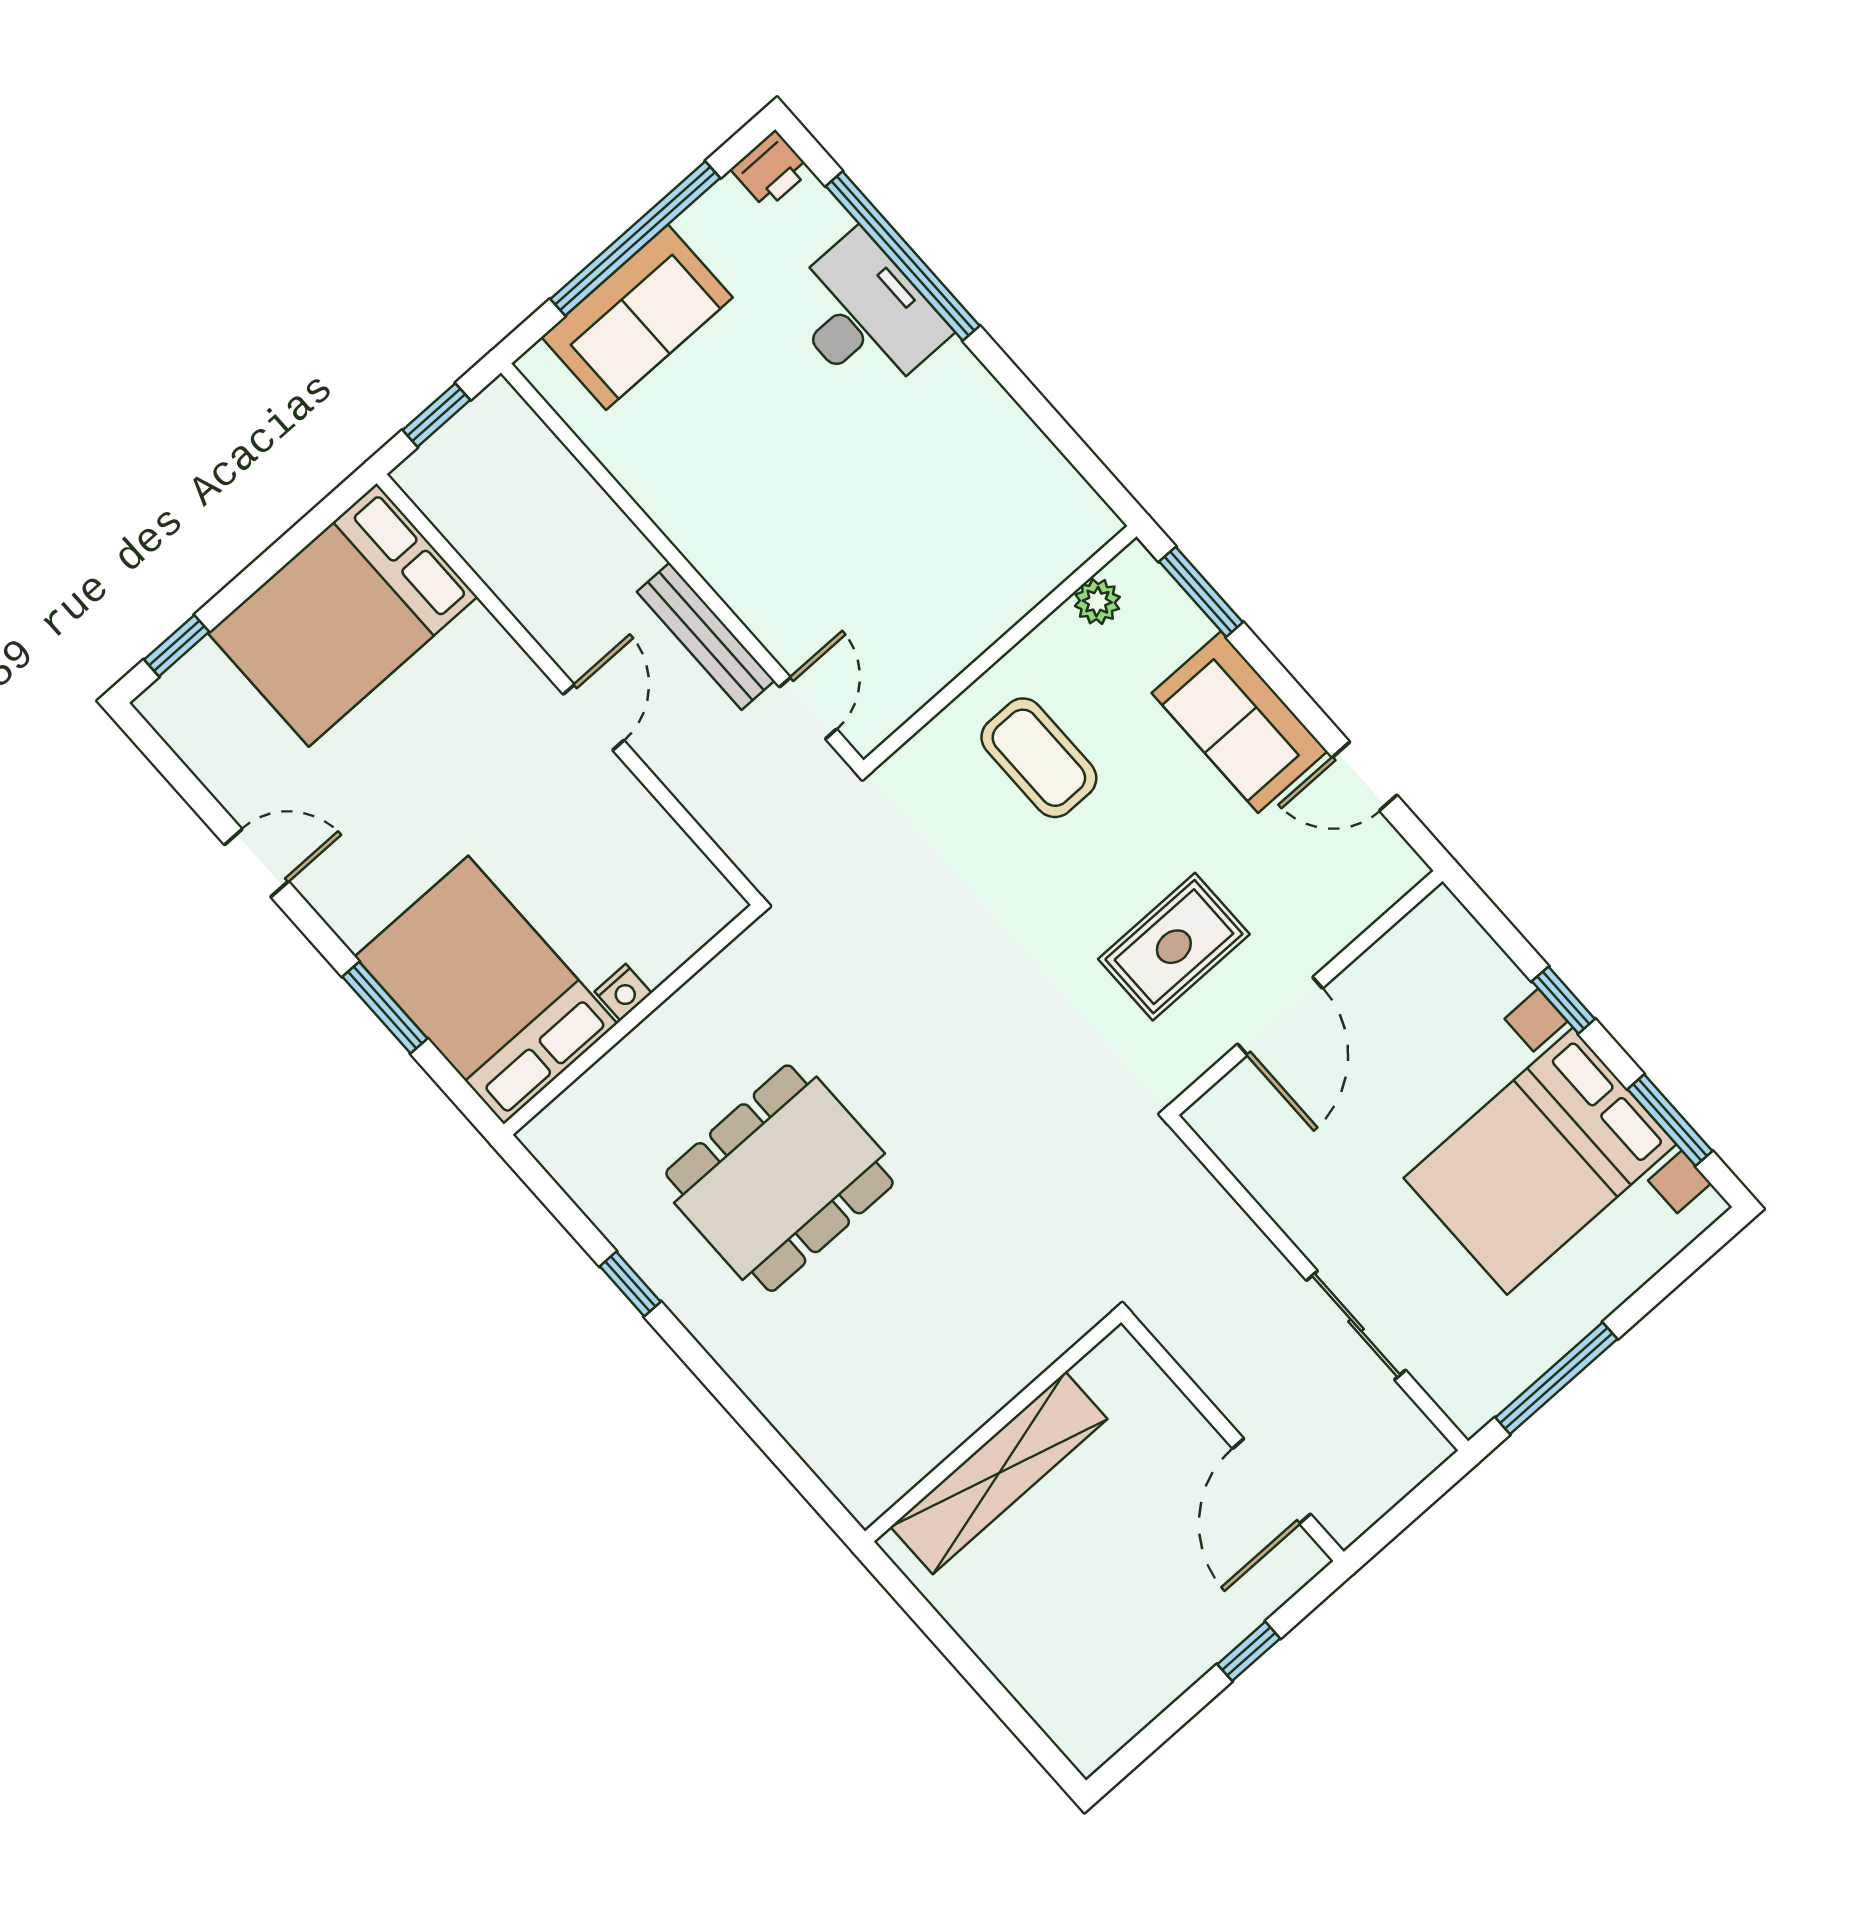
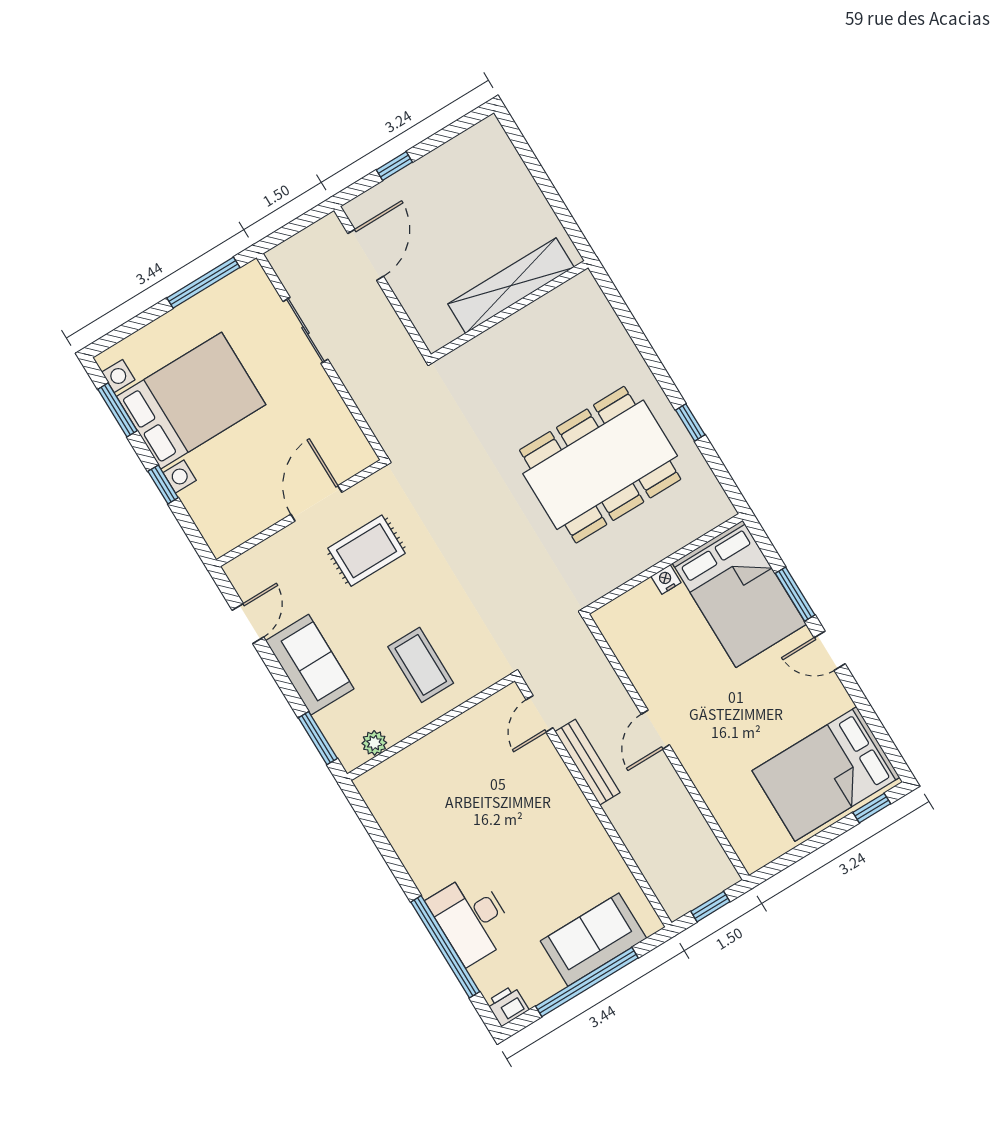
bed: (343, 615) -> (826, 774), moved, turned 180
door: (1365, 776) -> (248, 624), hinge flipped
door: (256, 863) -> (830, 651), moved
dining table: (780, 1178) -> (600, 465), width x1.36, depth x1.24

